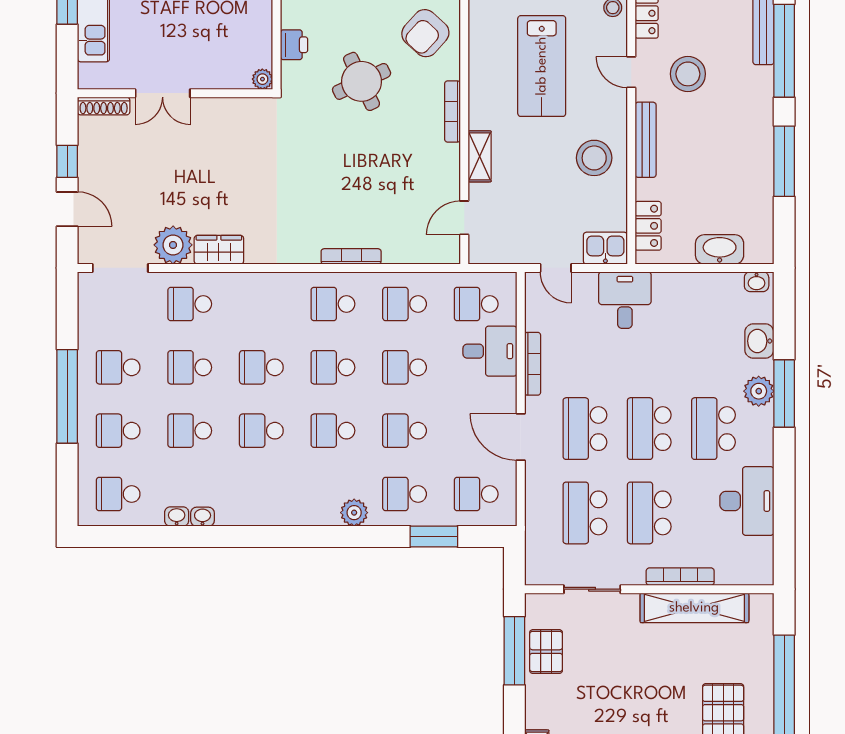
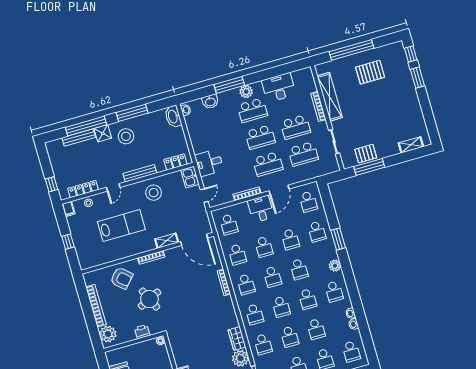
stool: (688, 74) -> (126, 136), moved
shower: (757, 83) -> (103, 133), added
door: (464, 218) -> (194, 240), width x1.88
washbasin: (720, 249) -> (173, 117), moved
school desk: (261, 304) -> (255, 314), added
desk: (490, 351) -> (261, 209), moved
plant: (759, 391) -> (246, 92), moved
school desk: (261, 494) -> (334, 291), added
plant: (354, 513) -> (335, 266), moved
window: (434, 536) -> (338, 239), moved

